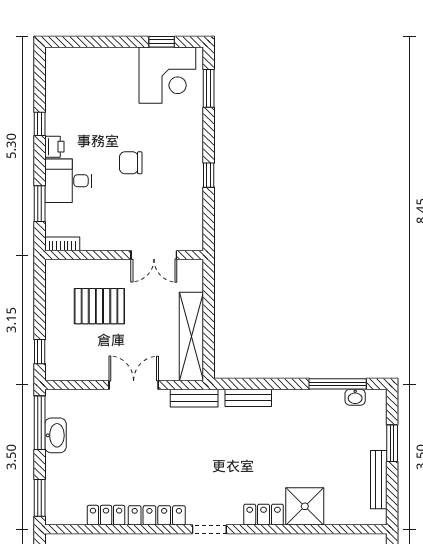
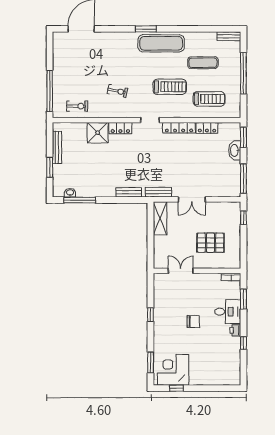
shelving: (191, 336) -> (160, 218), width x0.68
washbasin: (55, 435) -> (235, 150), moved

